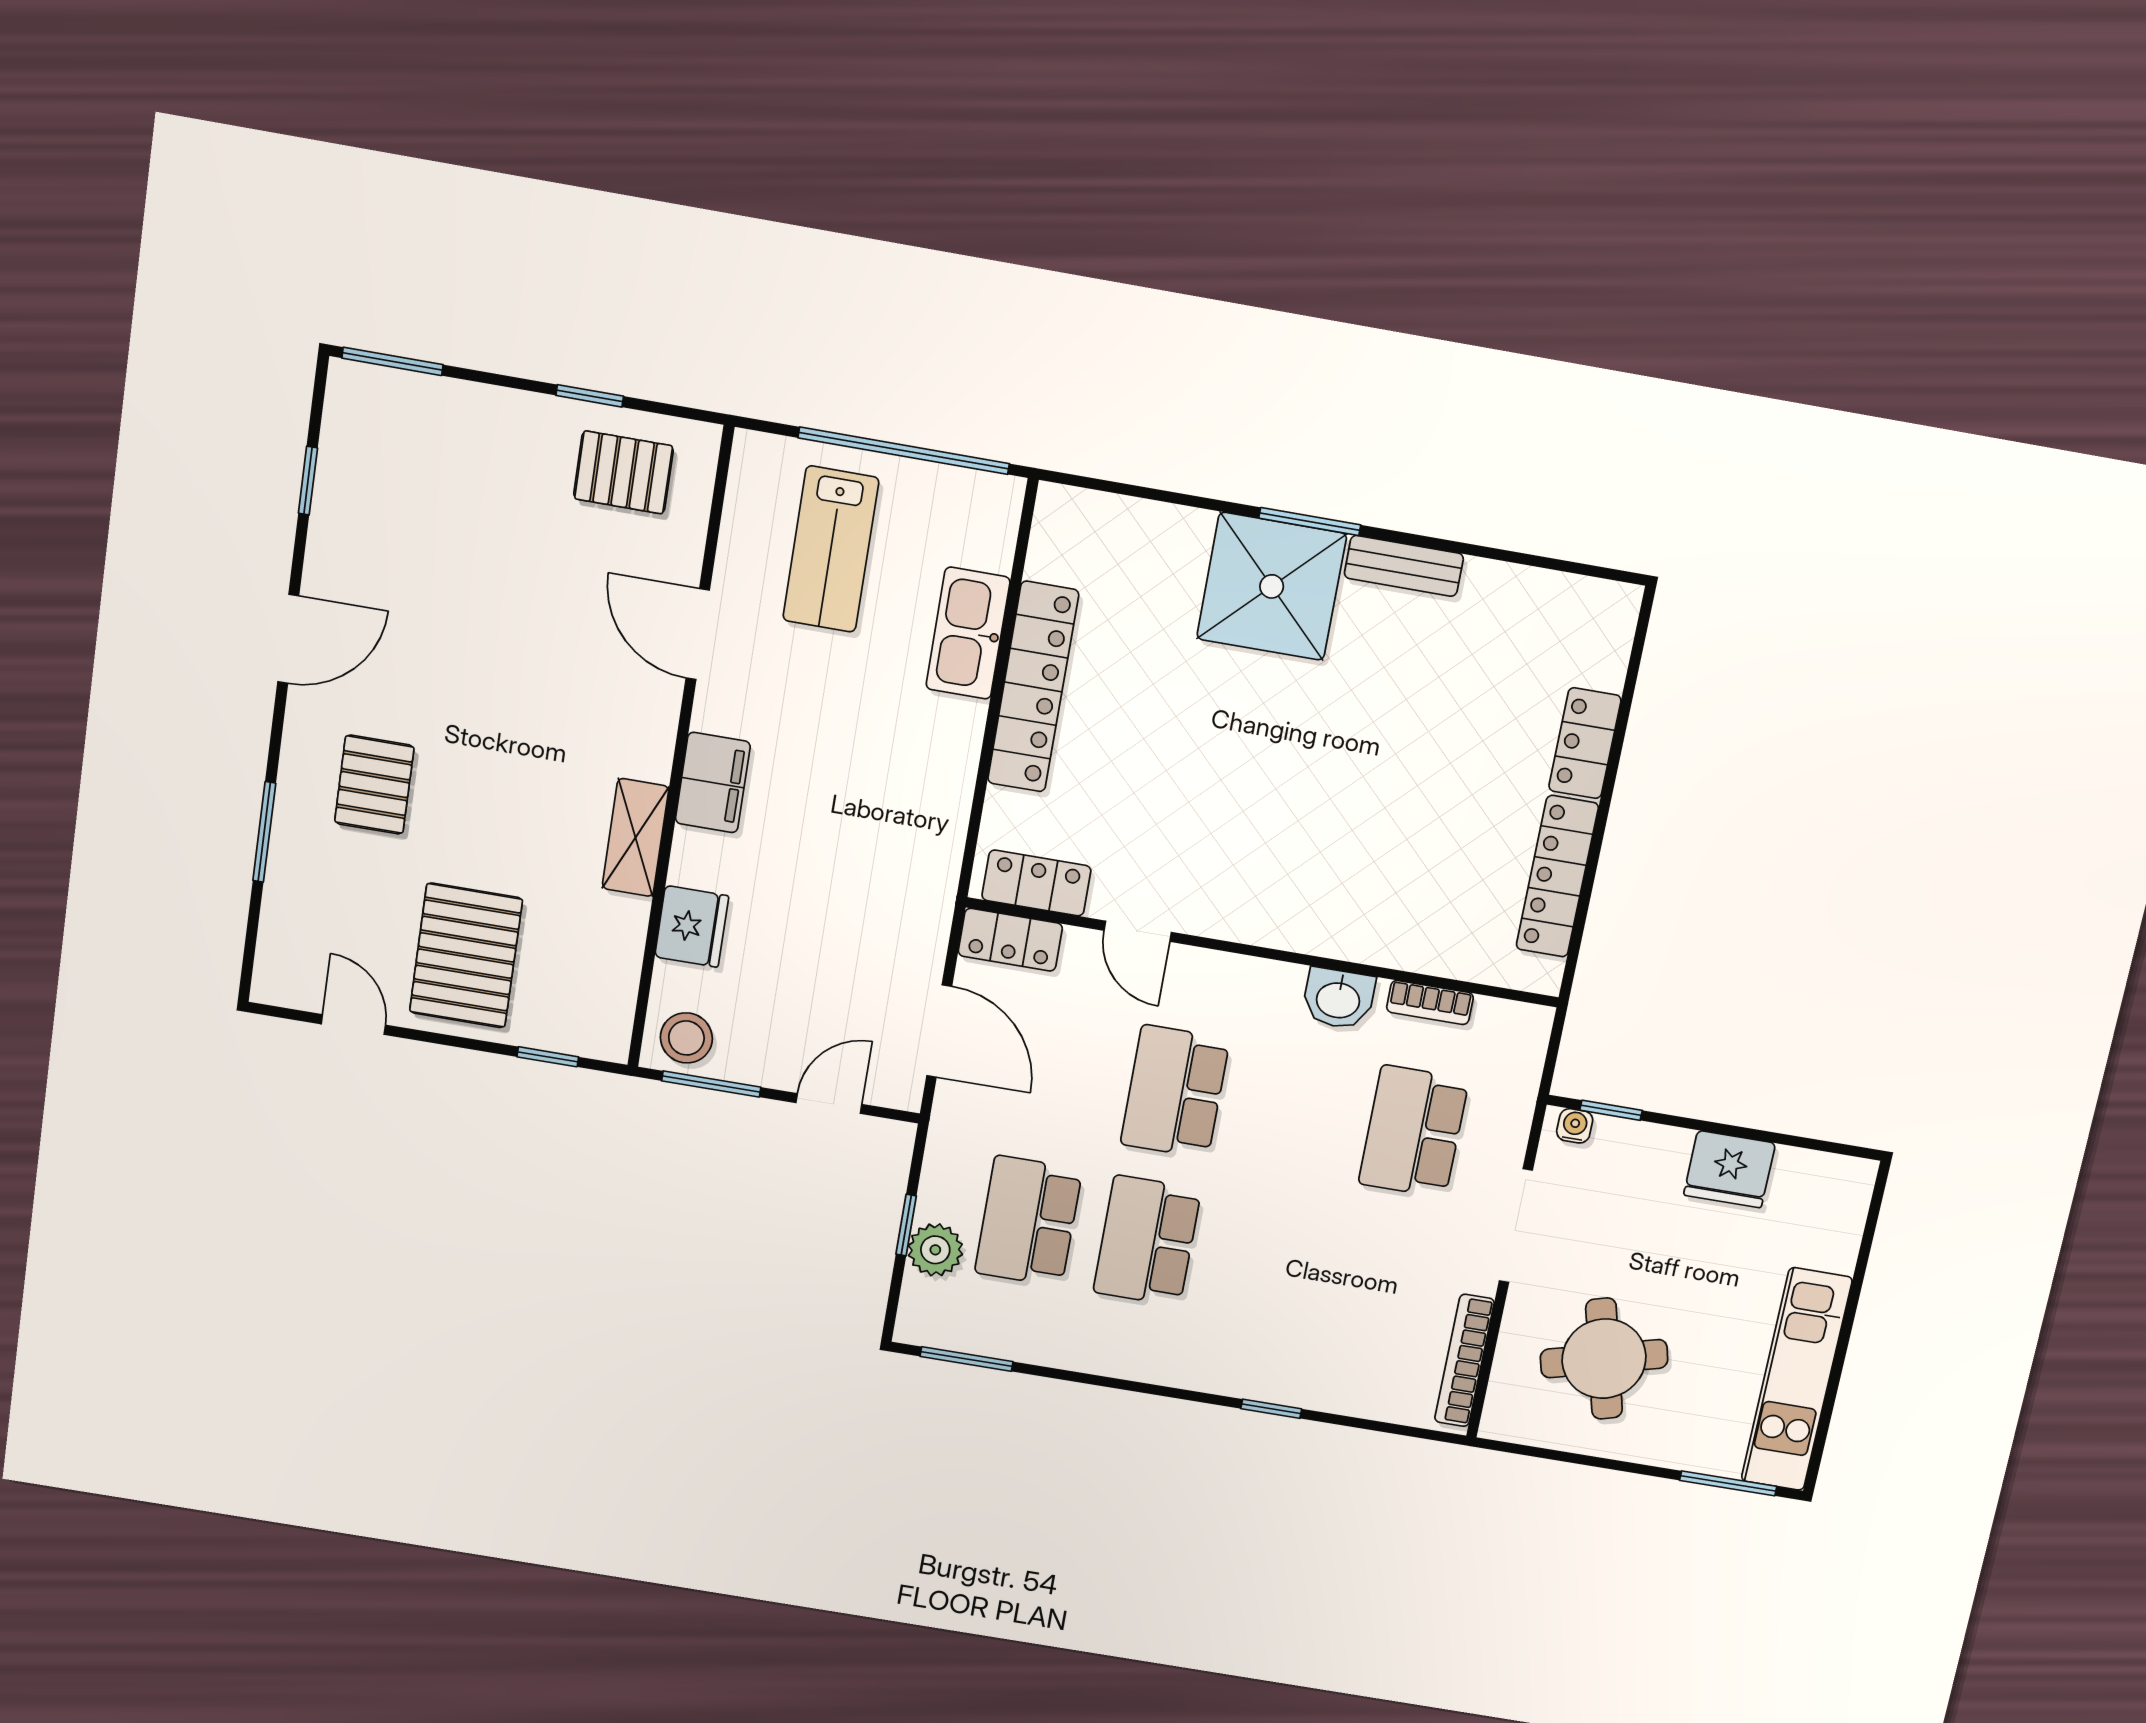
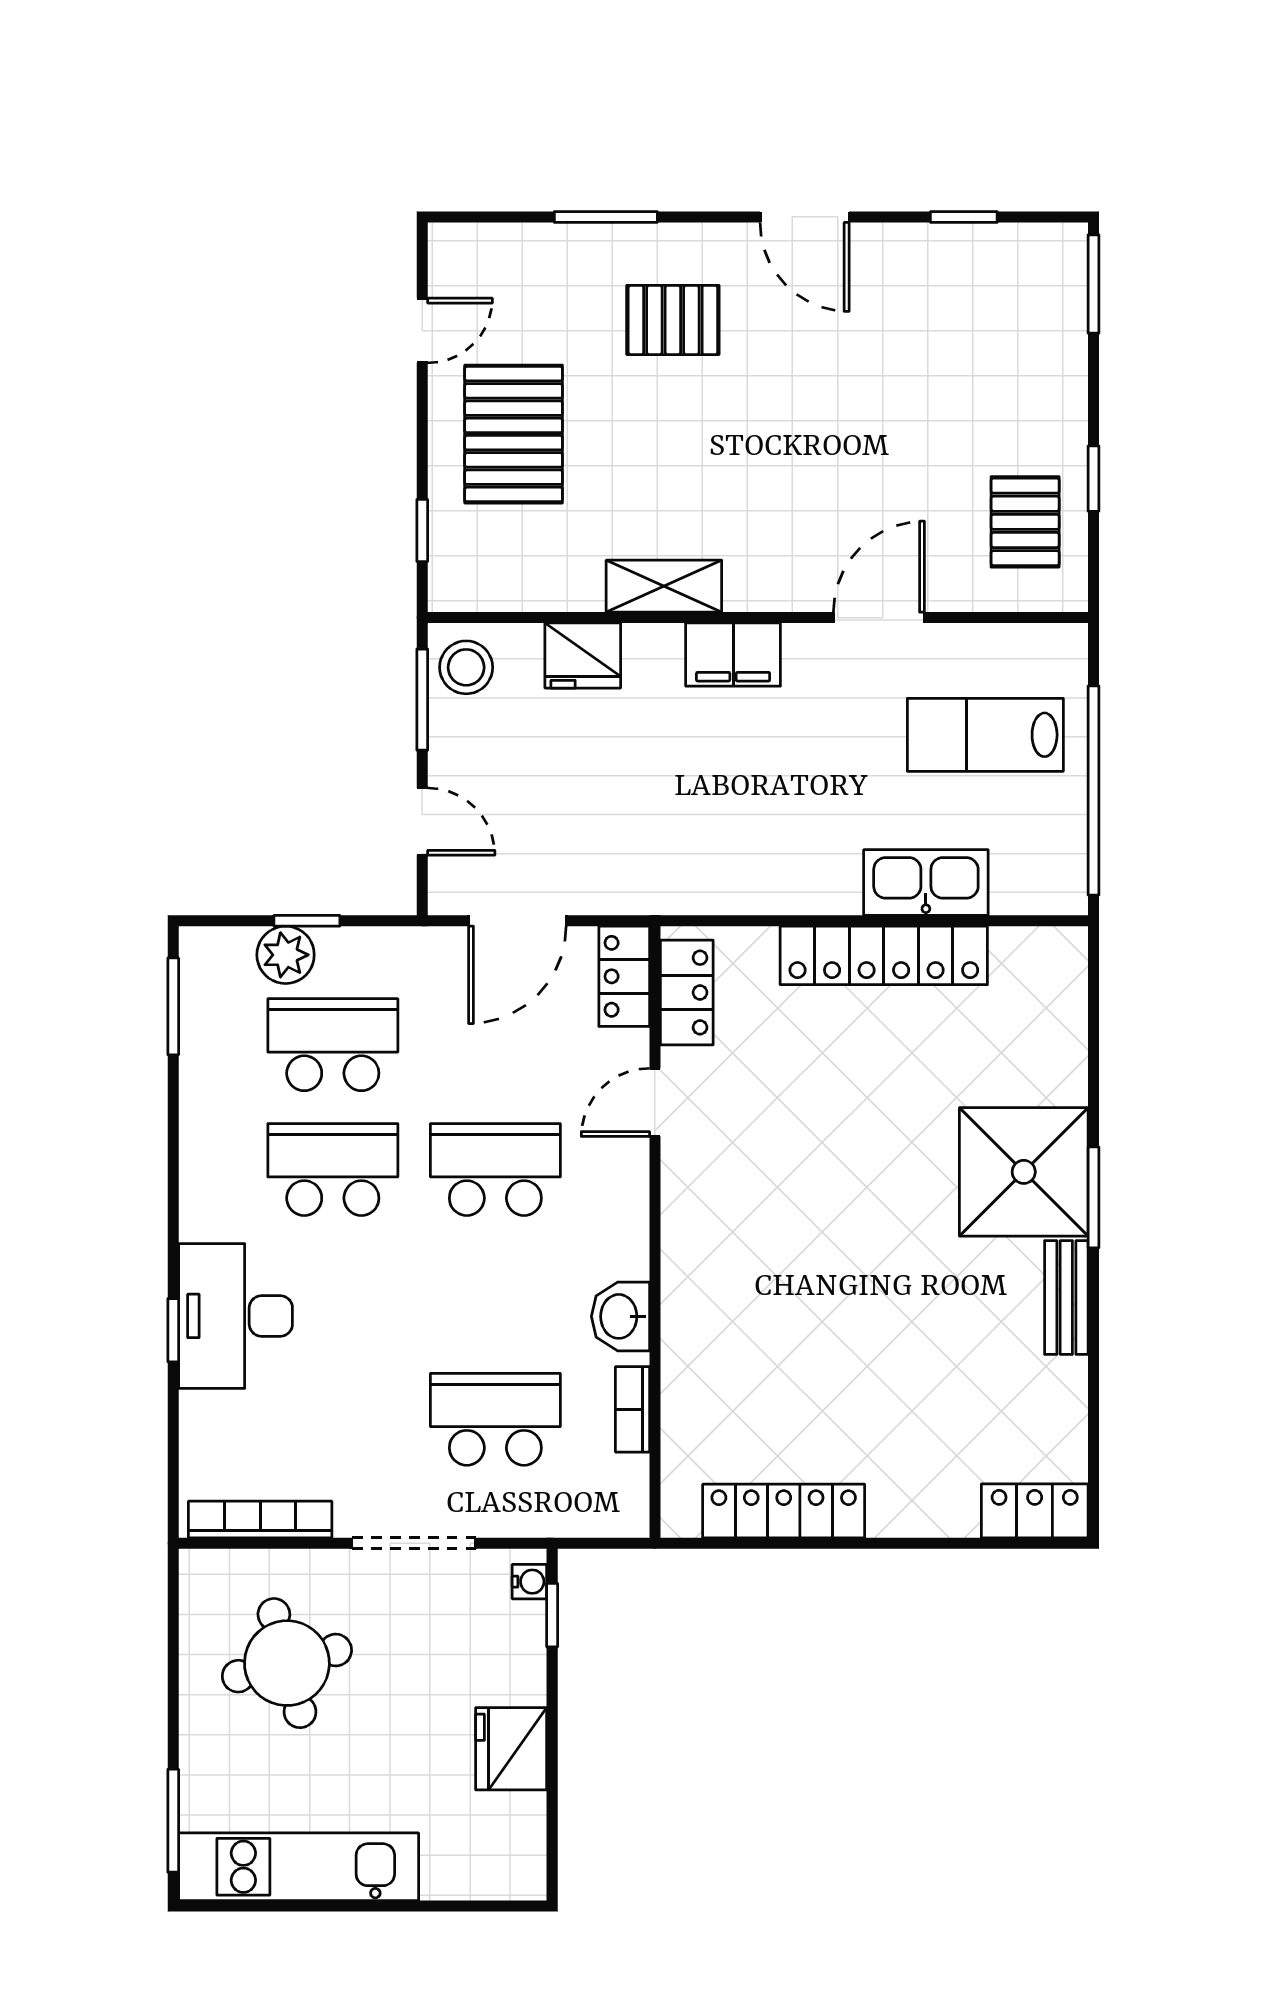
locker: (1585, 743) -> (1035, 1511), moved
pallet: (466, 956) -> (514, 434), turned 90
desk: (1269, 1351) -> (236, 1316), added

